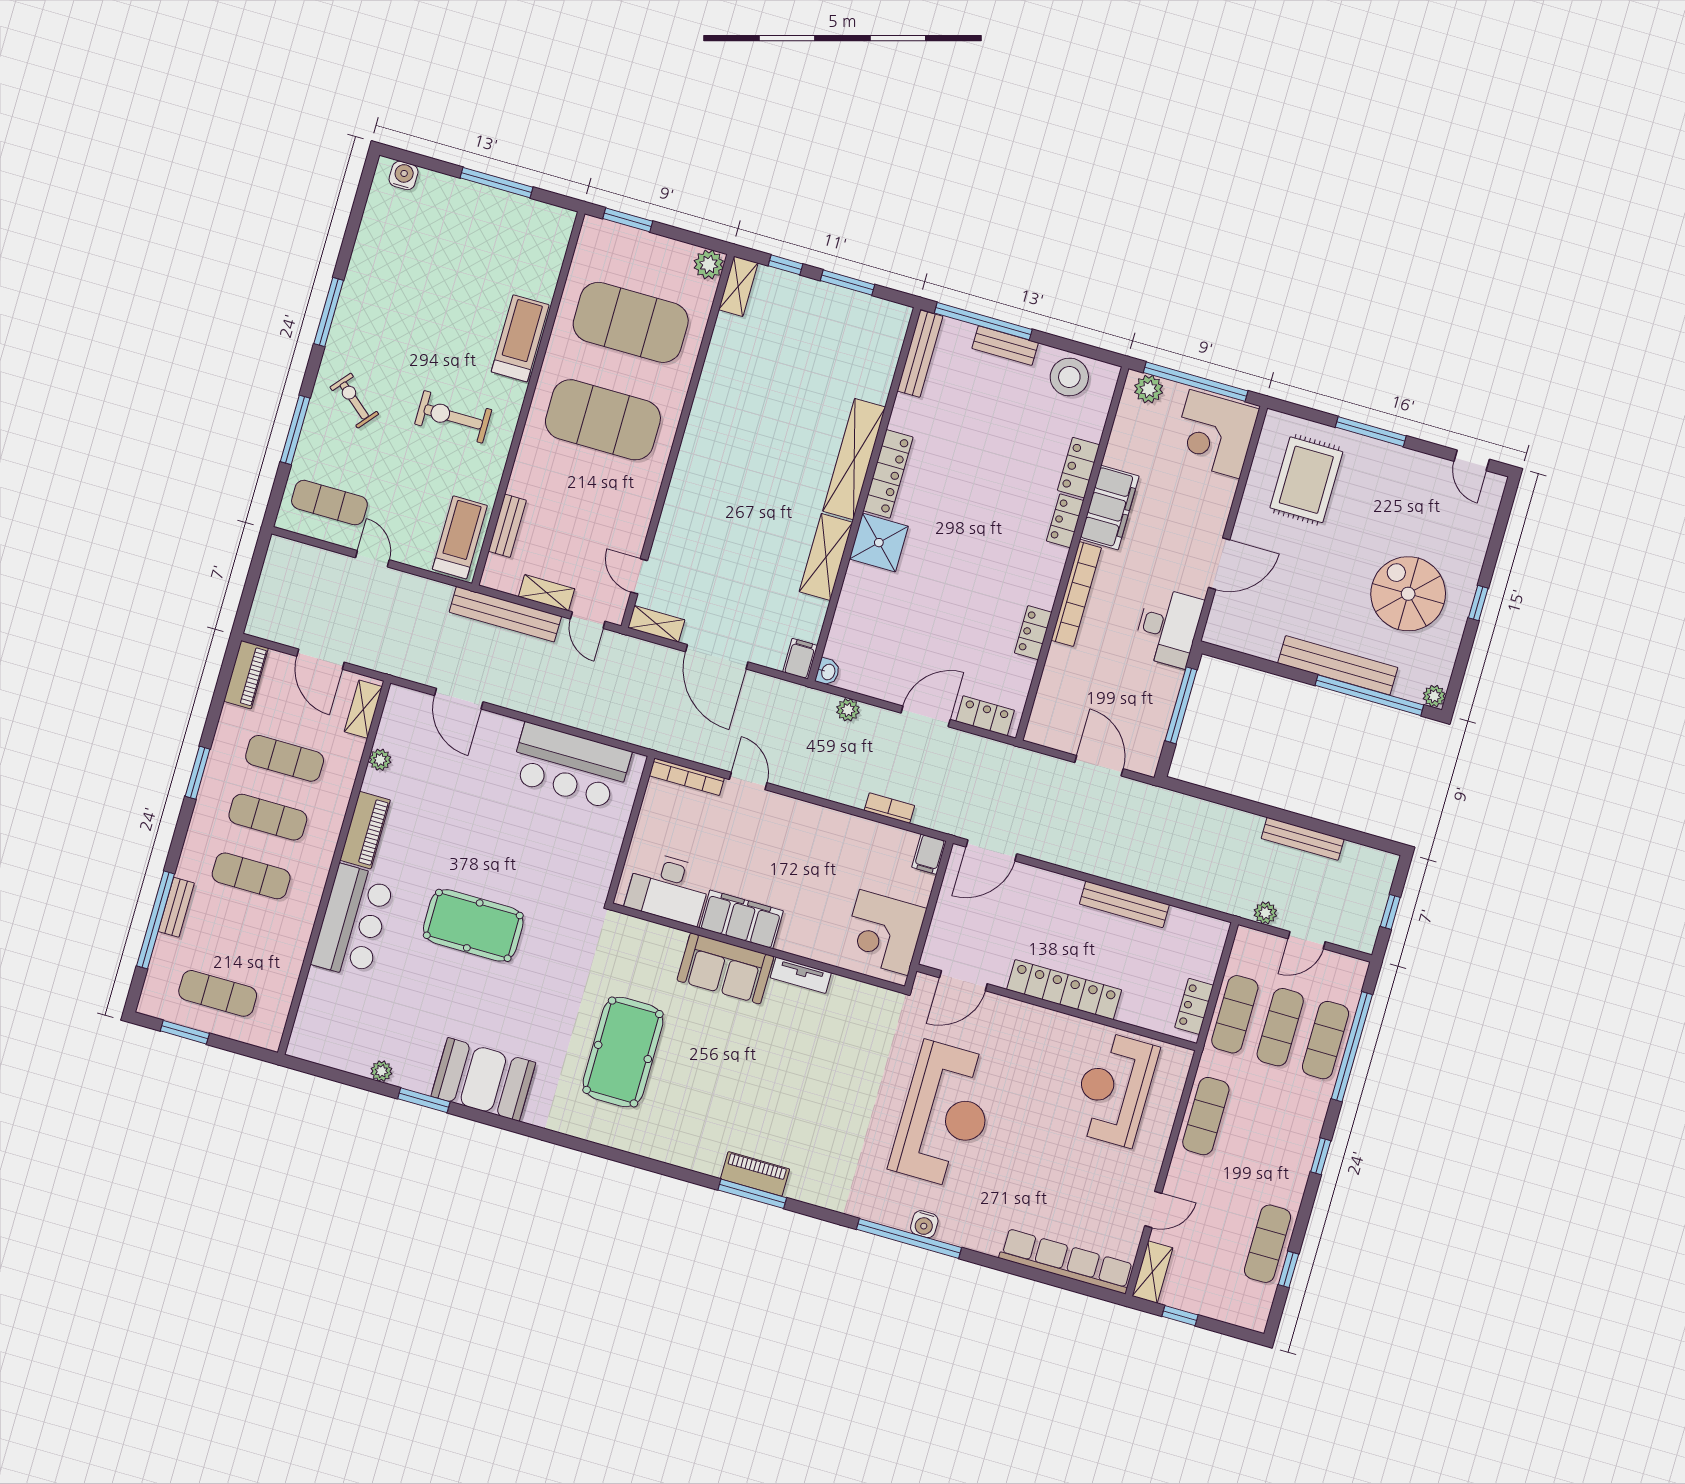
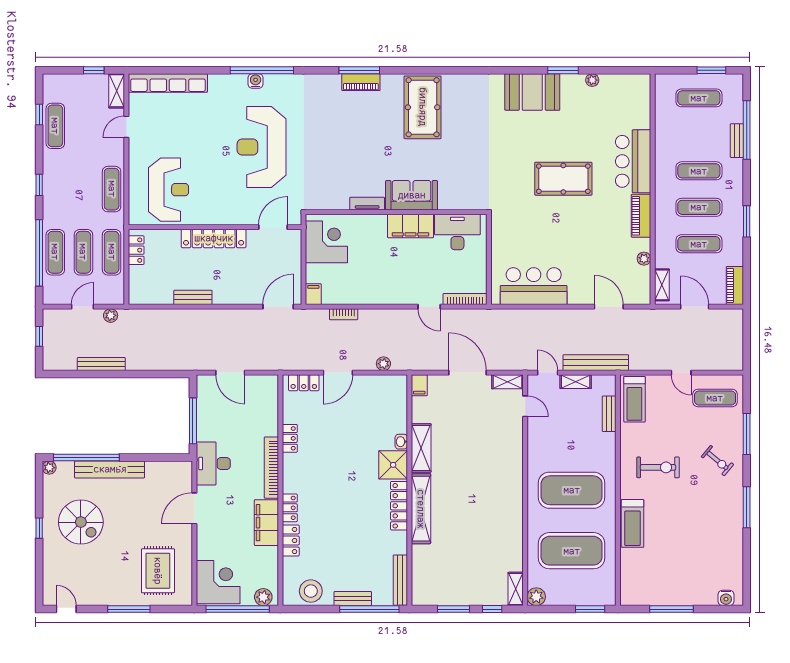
washbasin: (828, 672) -> (401, 442), moved
bench: (1124, 904) -> (193, 297), width x0.73
pool table: (623, 1052) -> (423, 107), moved

